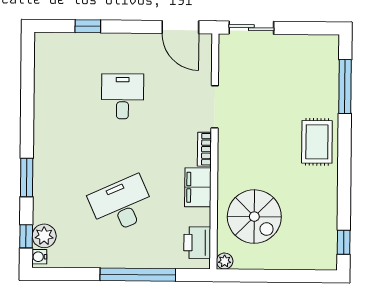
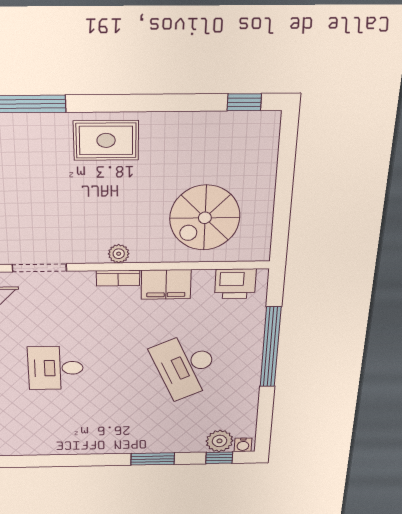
doorway: (215, 107) -> (39, 268), moved
spiral stairs: (254, 217) -> (205, 218), turned 180
plant: (225, 261) -> (119, 254), moved

